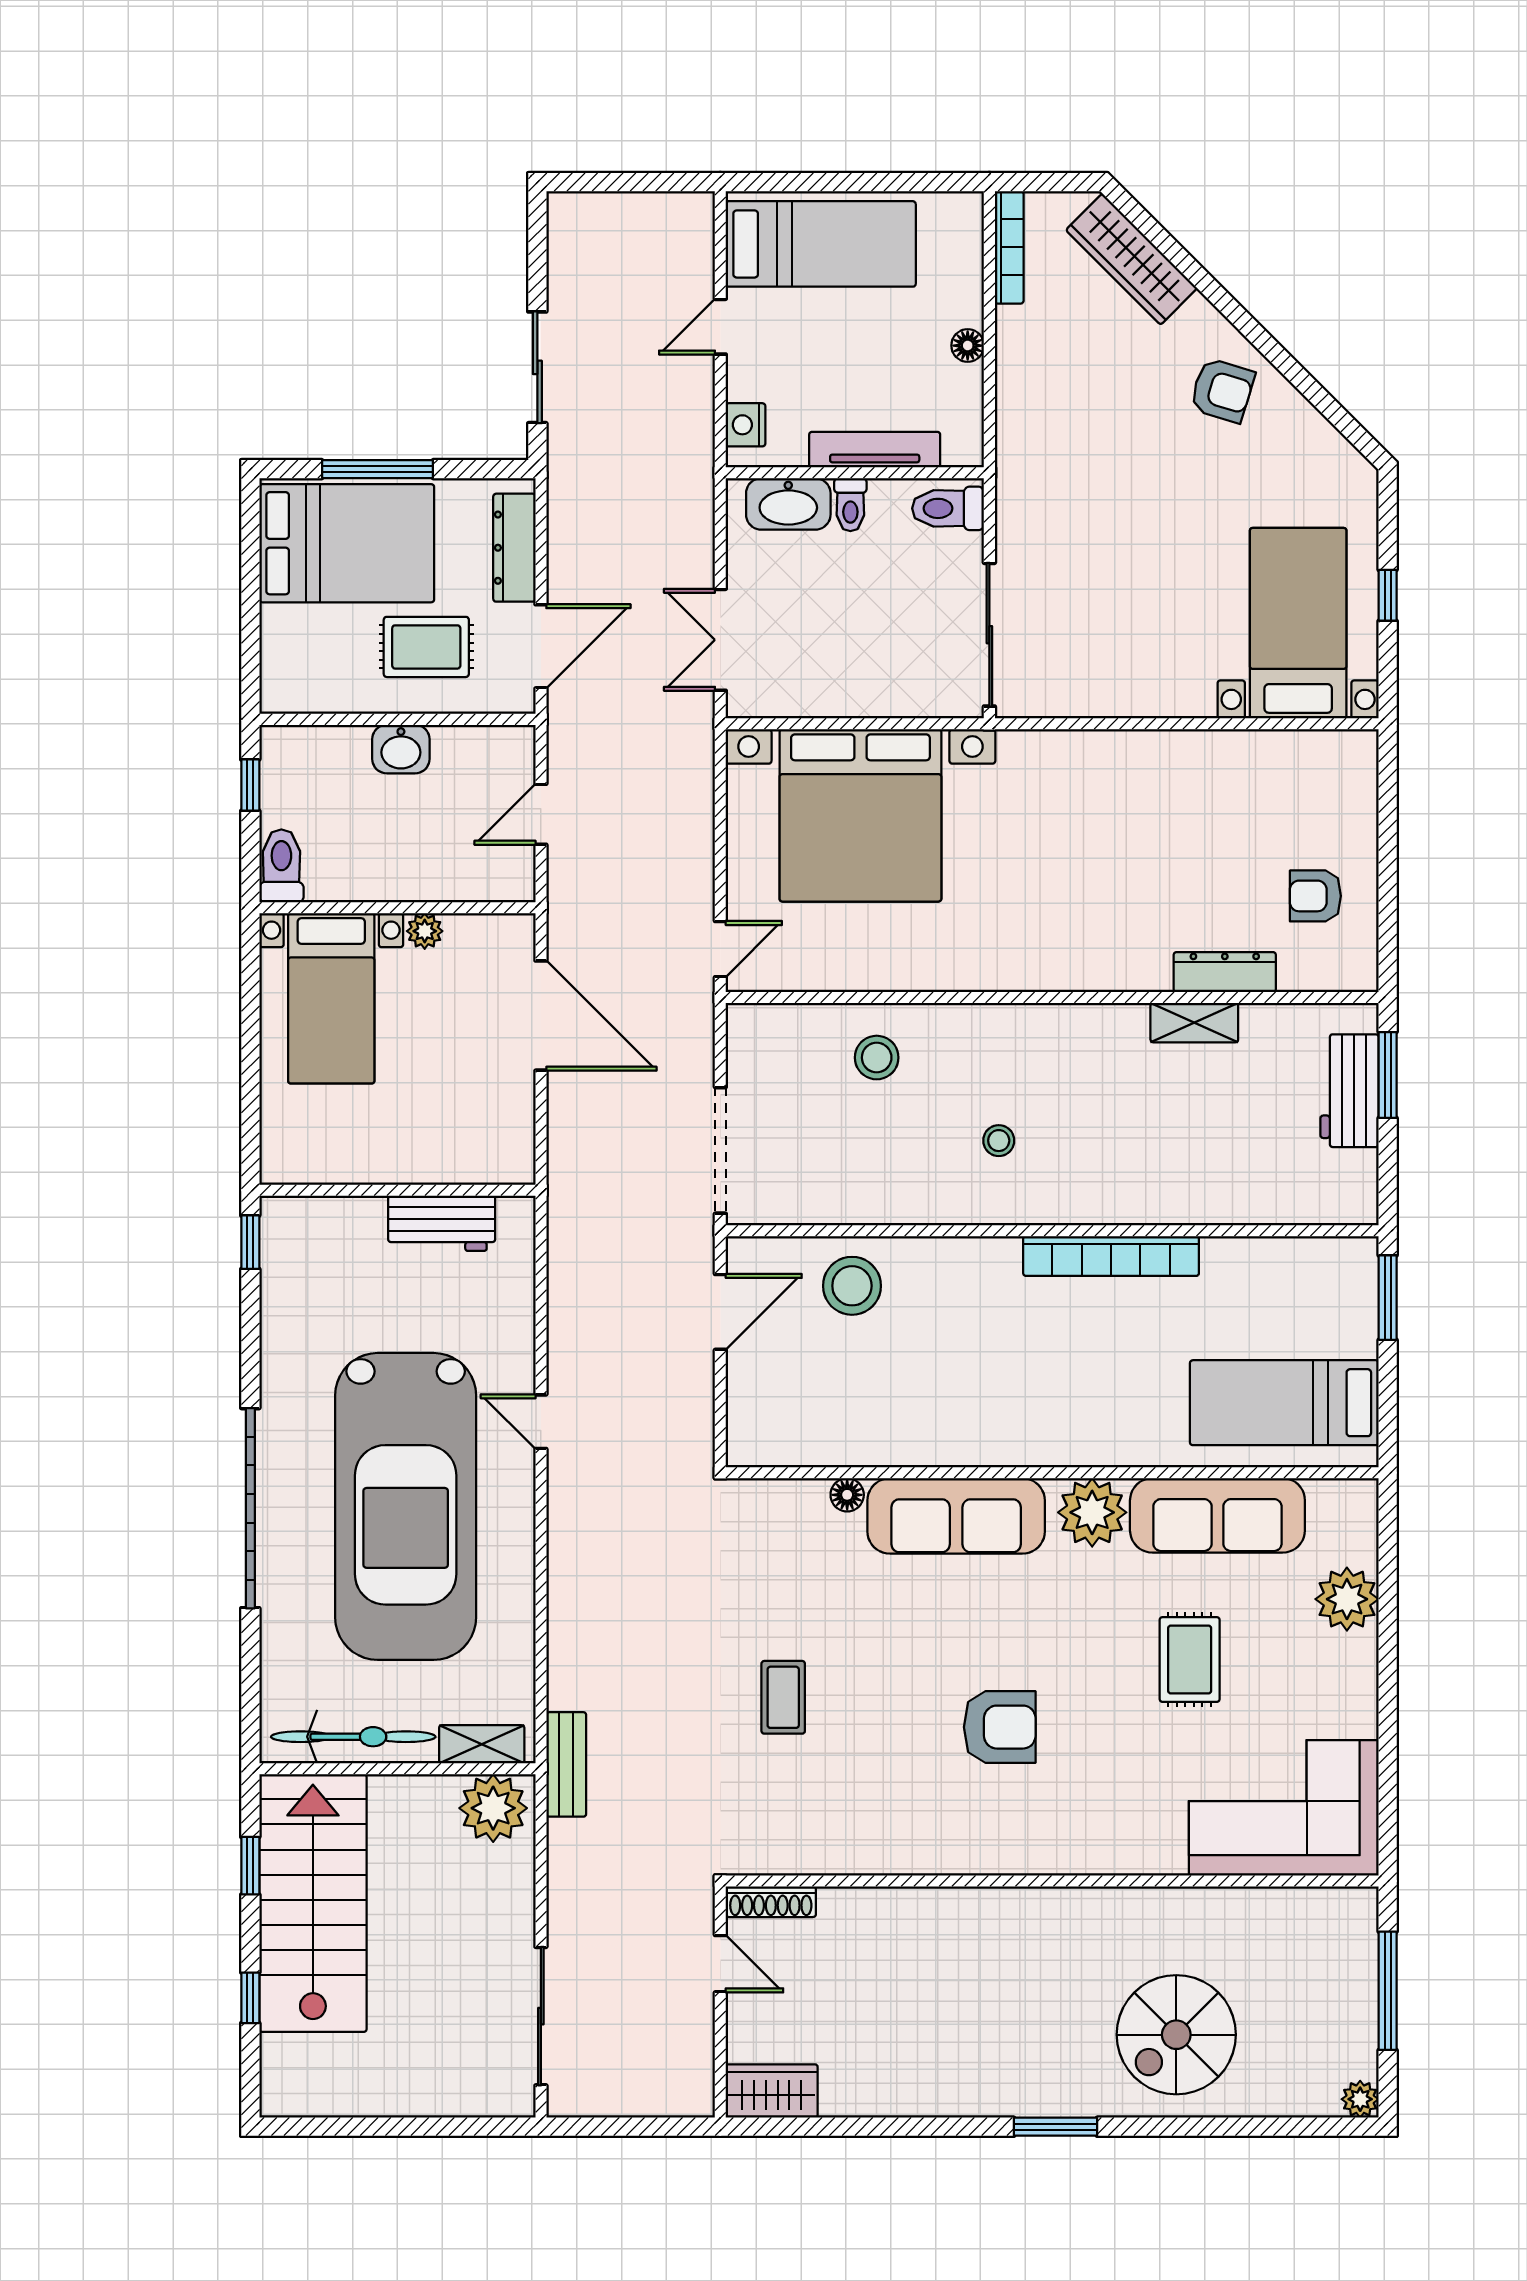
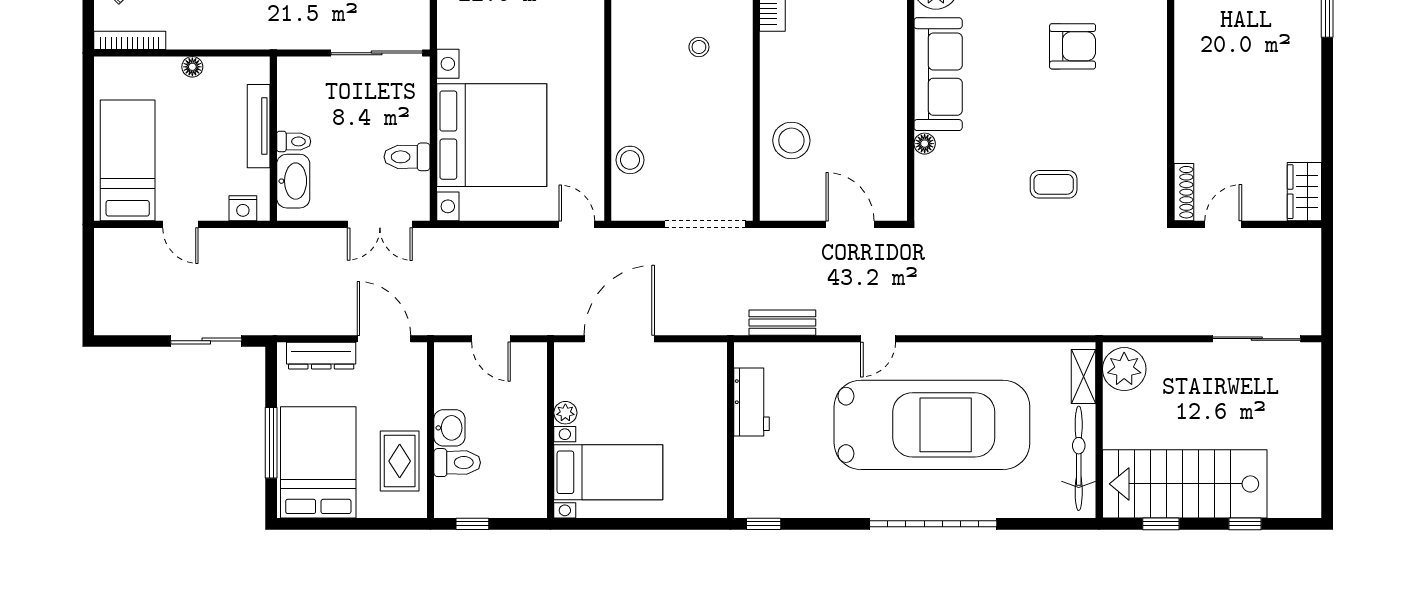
toilet: (948, 508) -> (407, 157), moved, turned 90
rug: (426, 647) -> (400, 461), moved
toilet: (281, 866) -> (457, 463), moved, turned 180
stool: (877, 1058) -> (630, 160), moved
door: (720, 1312) -> (850, 224), moved
armchair: (1000, 1727) -> (1073, 46), turned 90
bench: (566, 1764) -> (782, 323), moved

